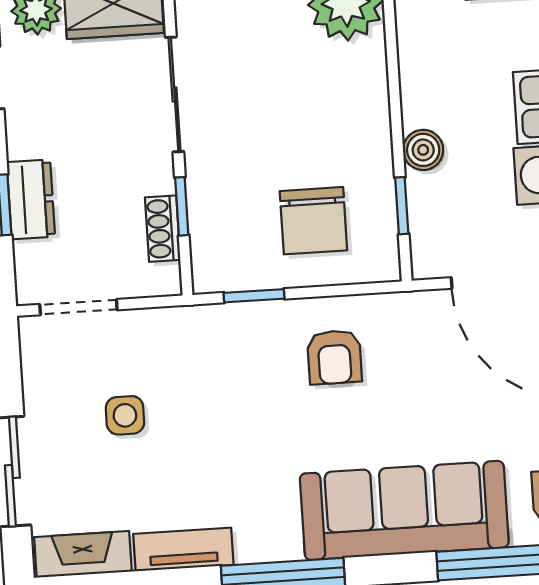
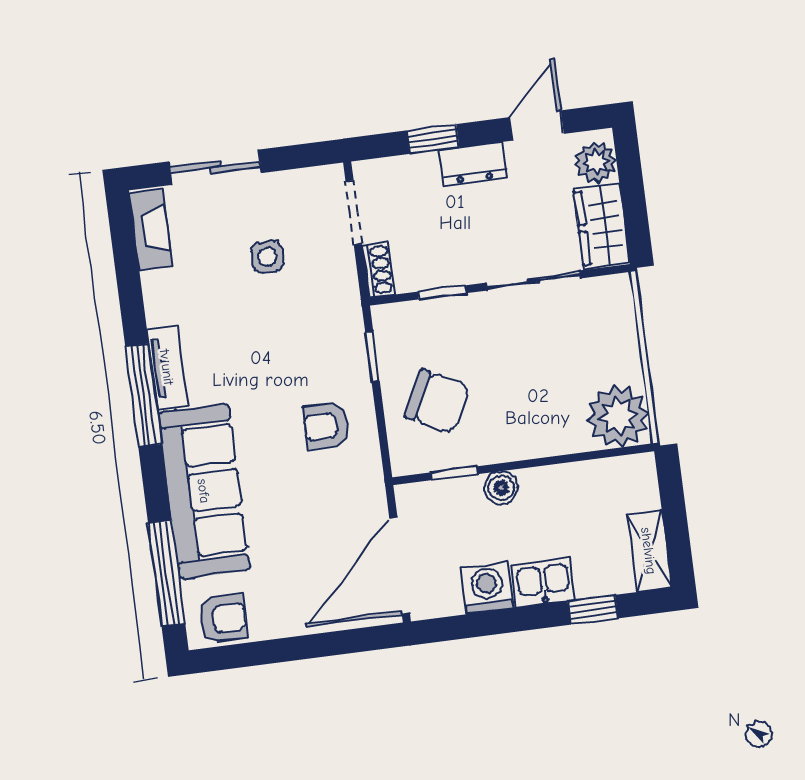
dresser: (31, 199) -> (473, 164), moved
chair: (313, 221) -> (437, 401), turned -153
shoe rack: (163, 229) -> (378, 270), moved, turned 90
tv unit: (183, 549) -> (167, 367), moved

